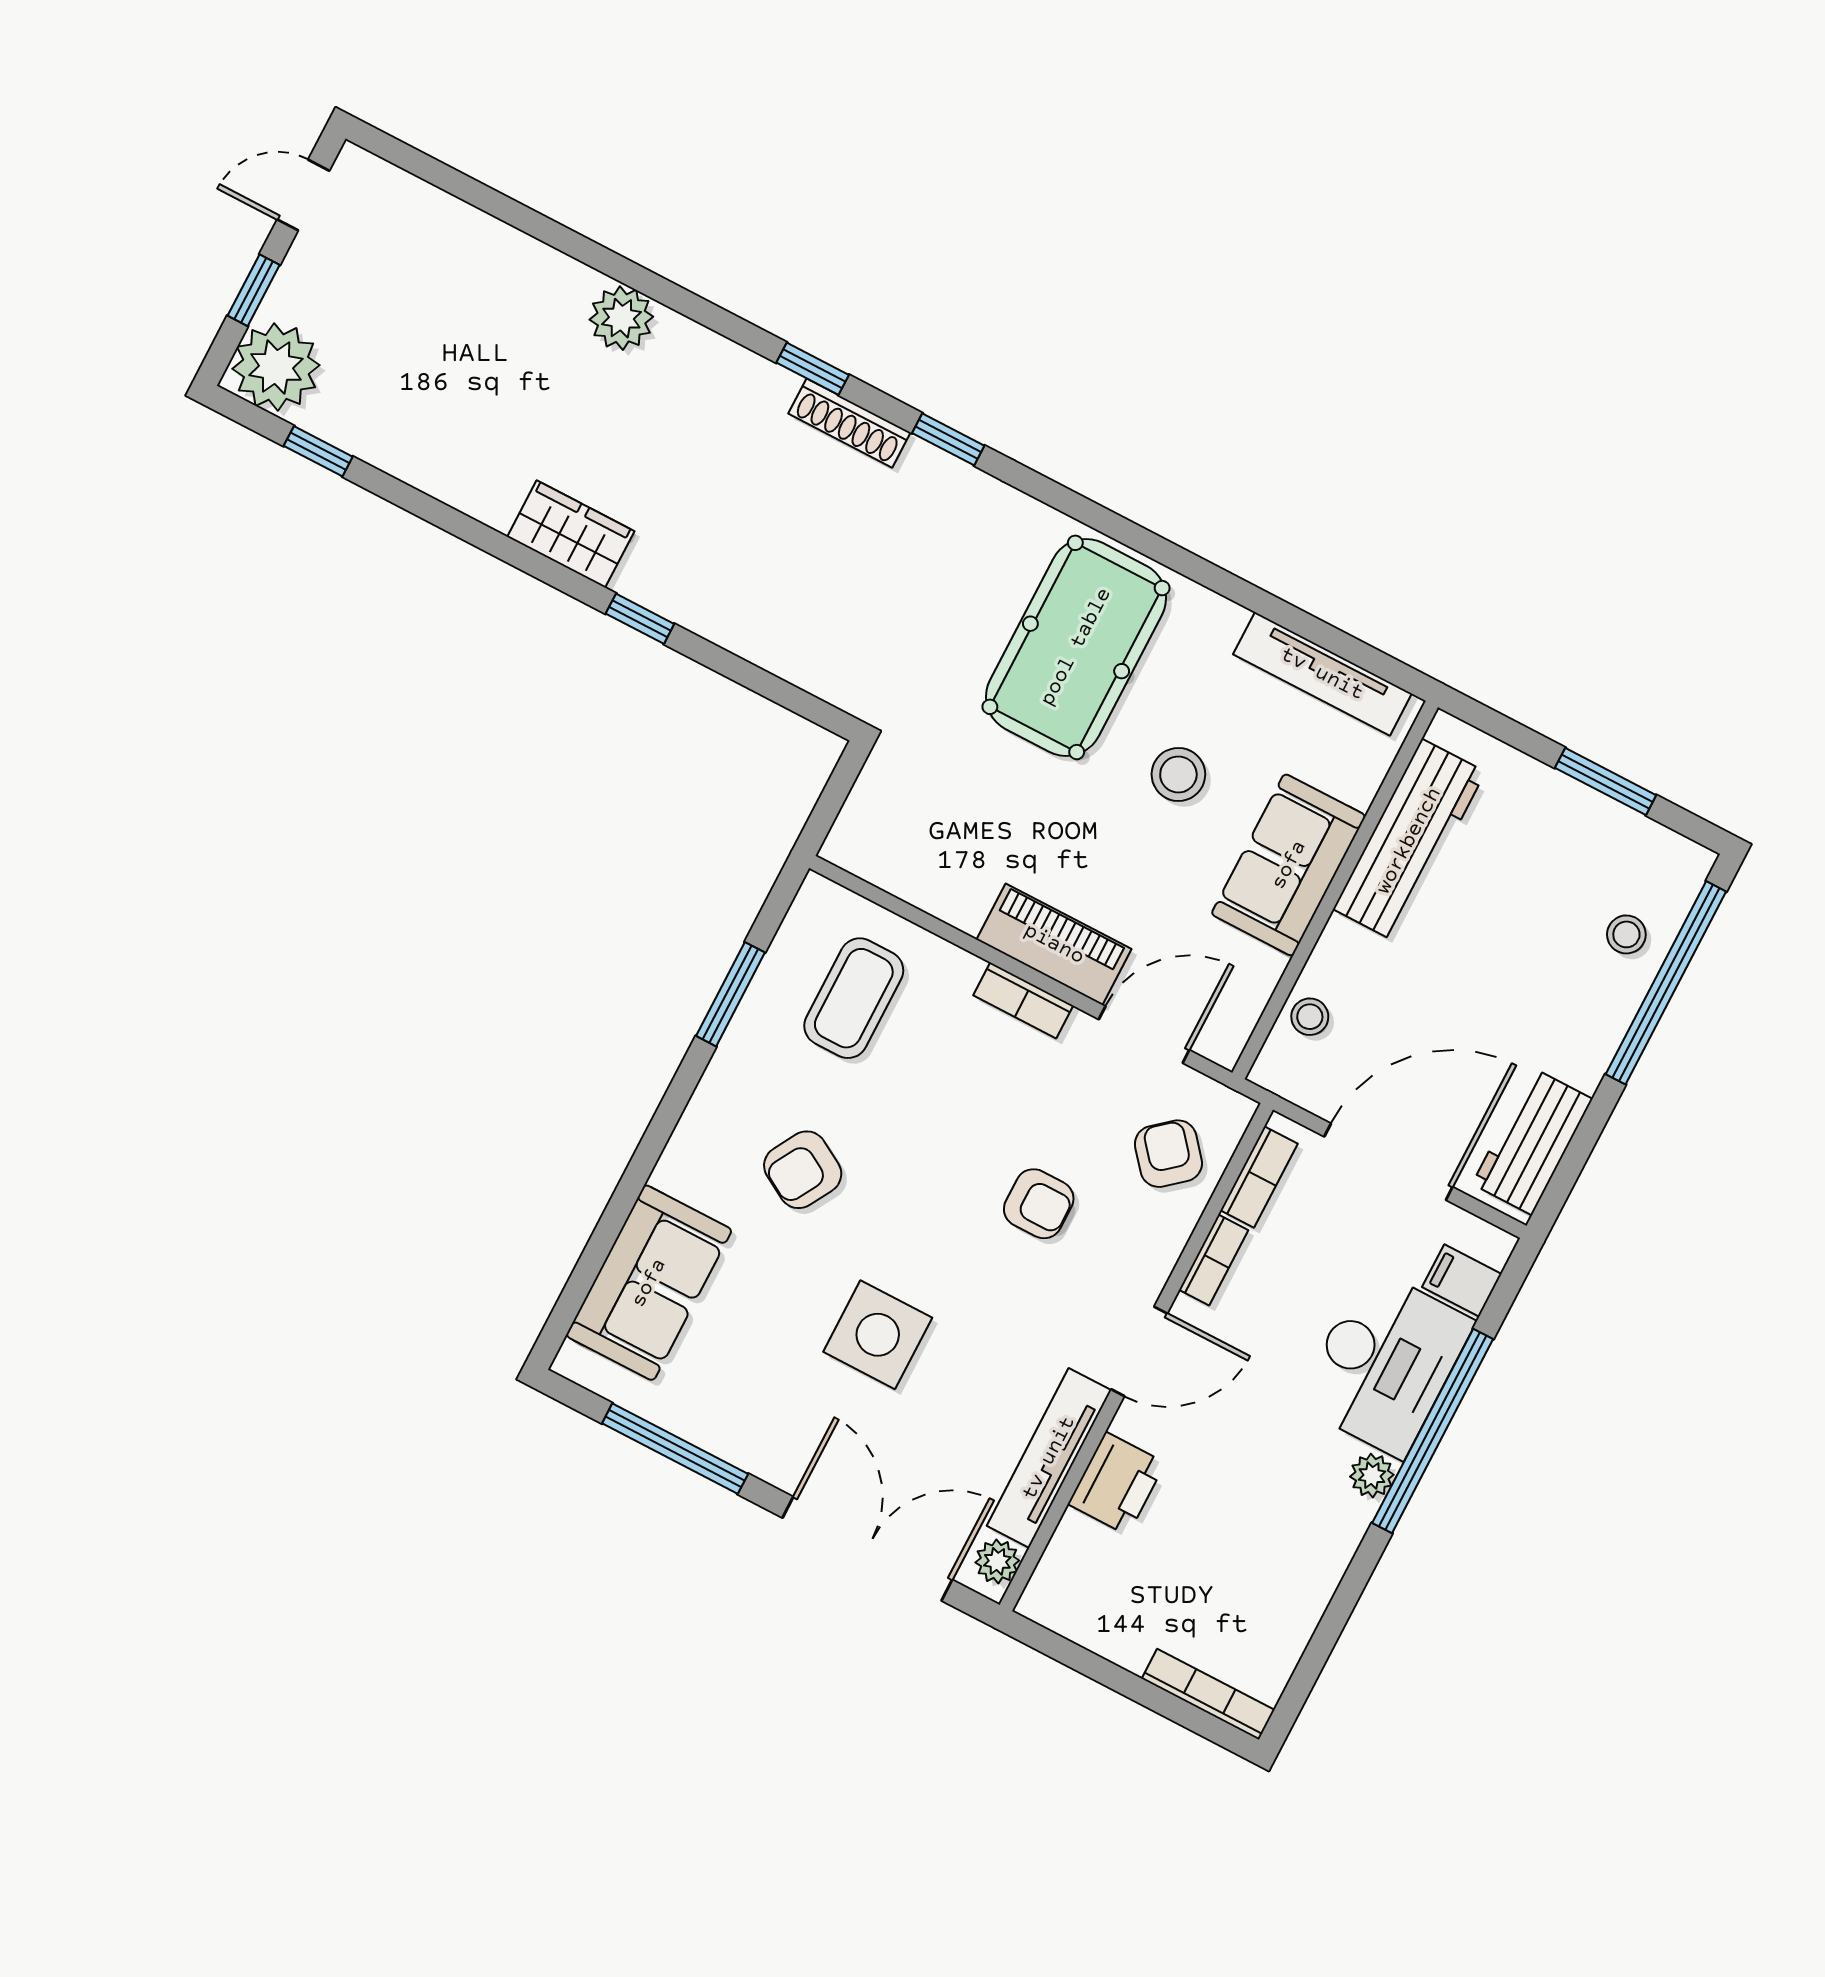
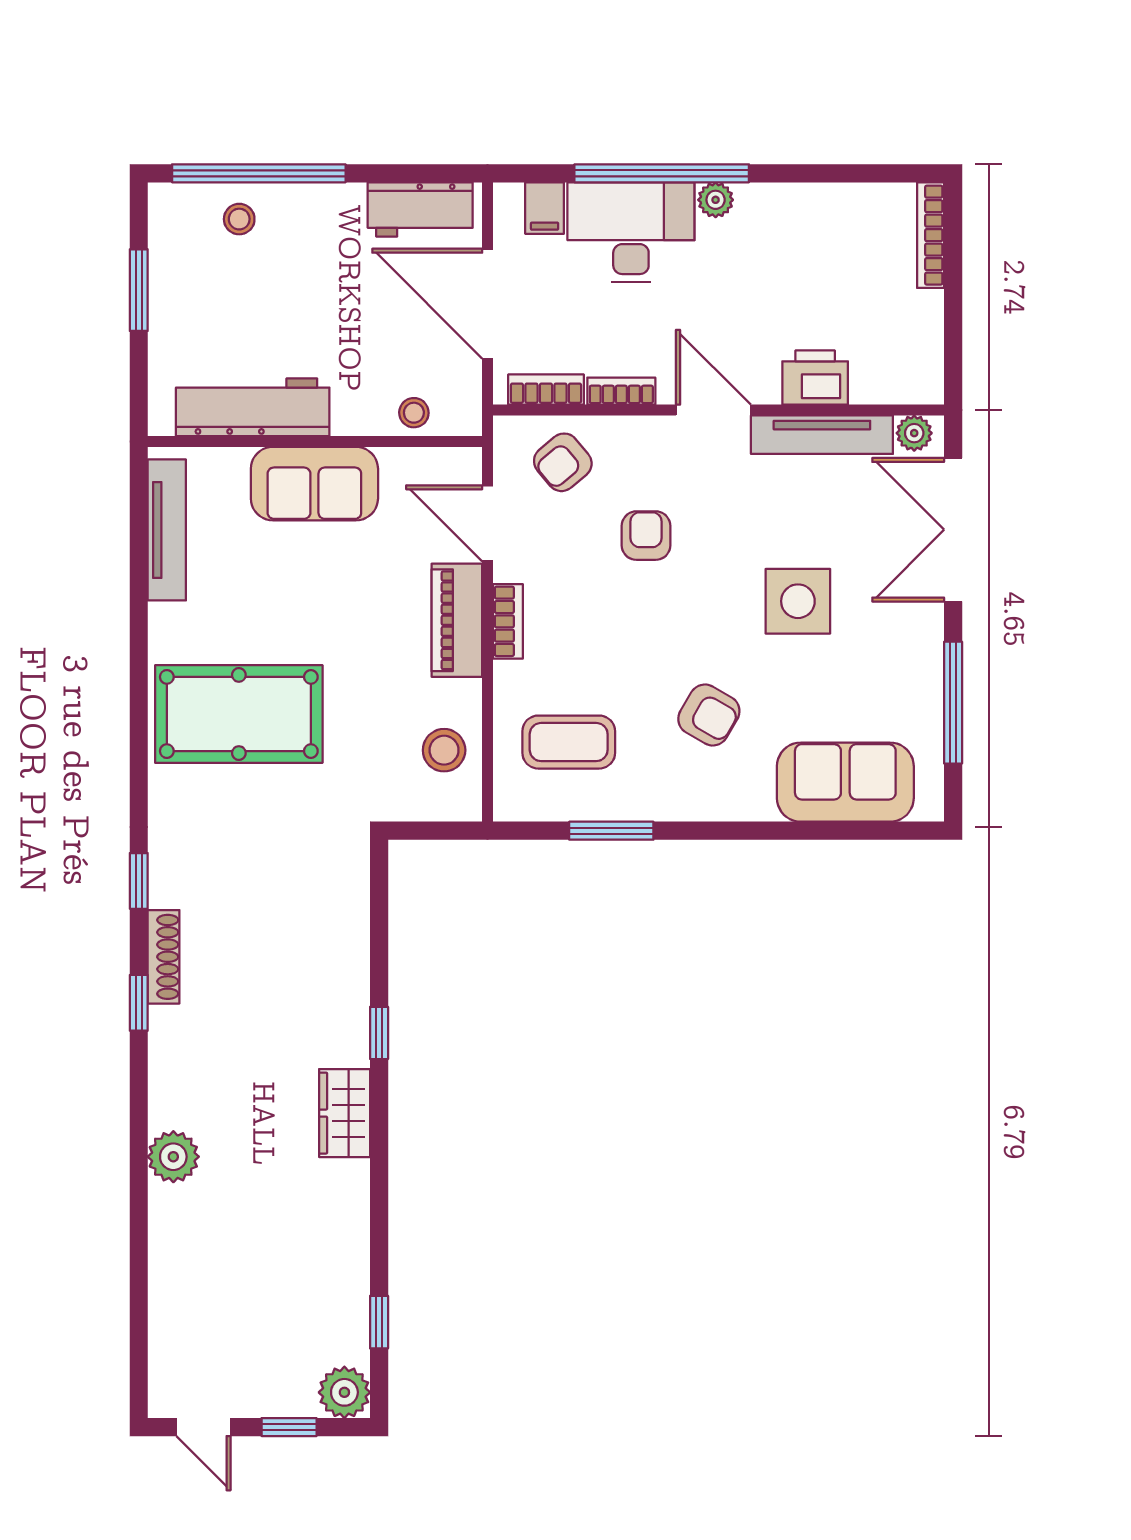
plant: (276, 367) -> (344, 1392), width x0.73, depth x0.73
stool: (1178, 774) -> (444, 750), moved

